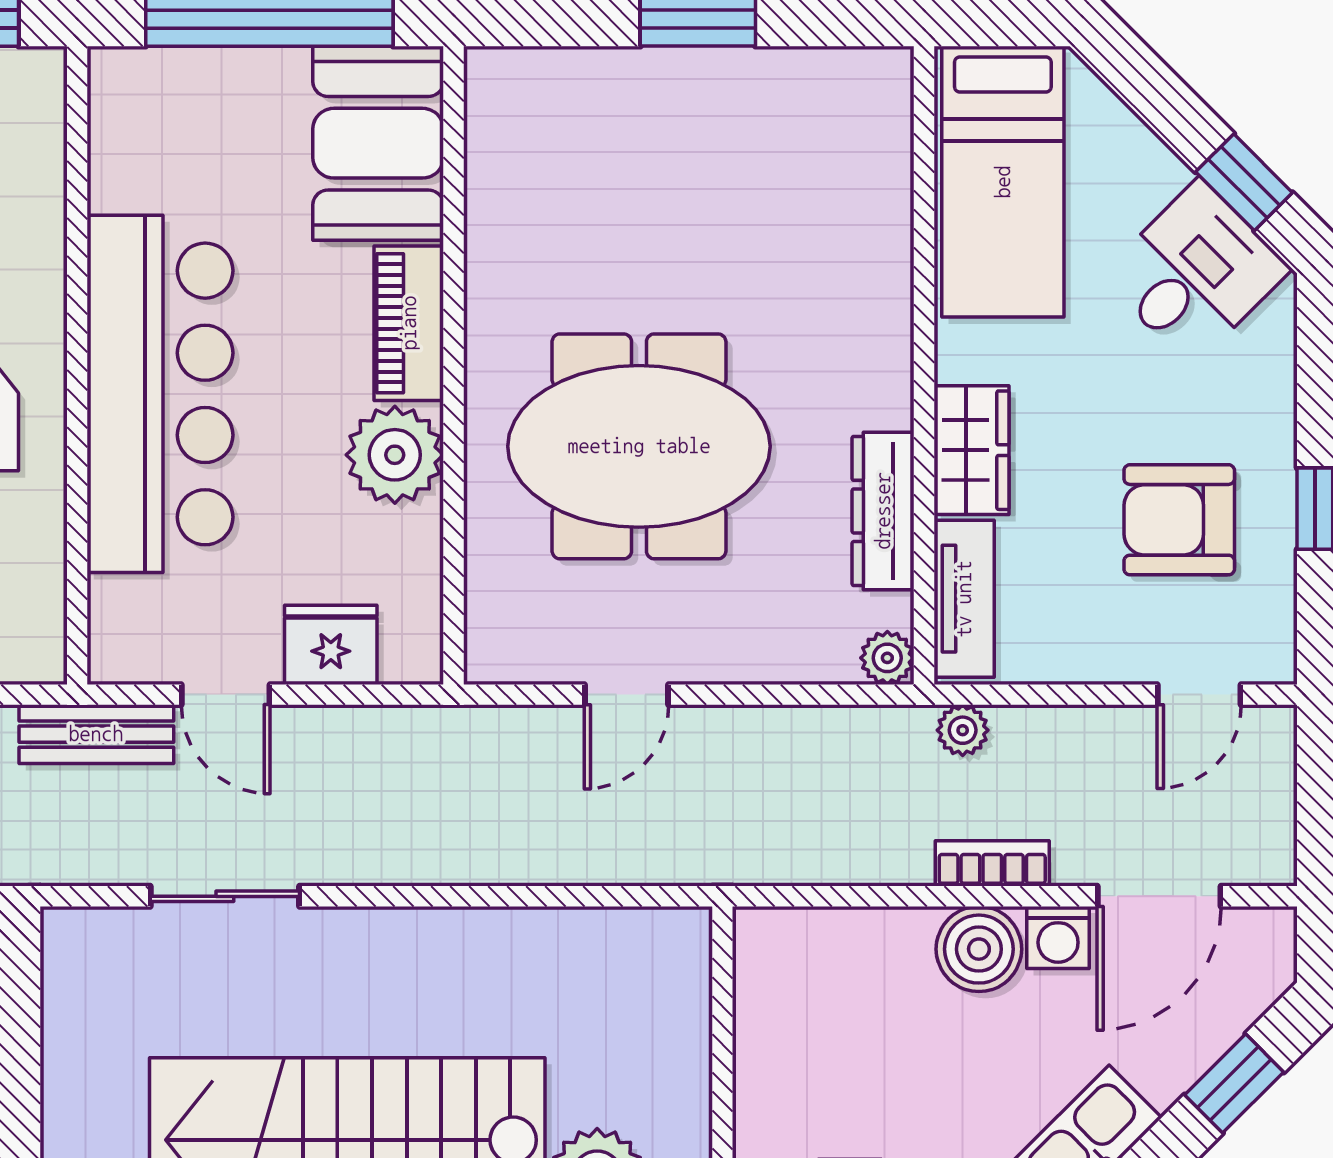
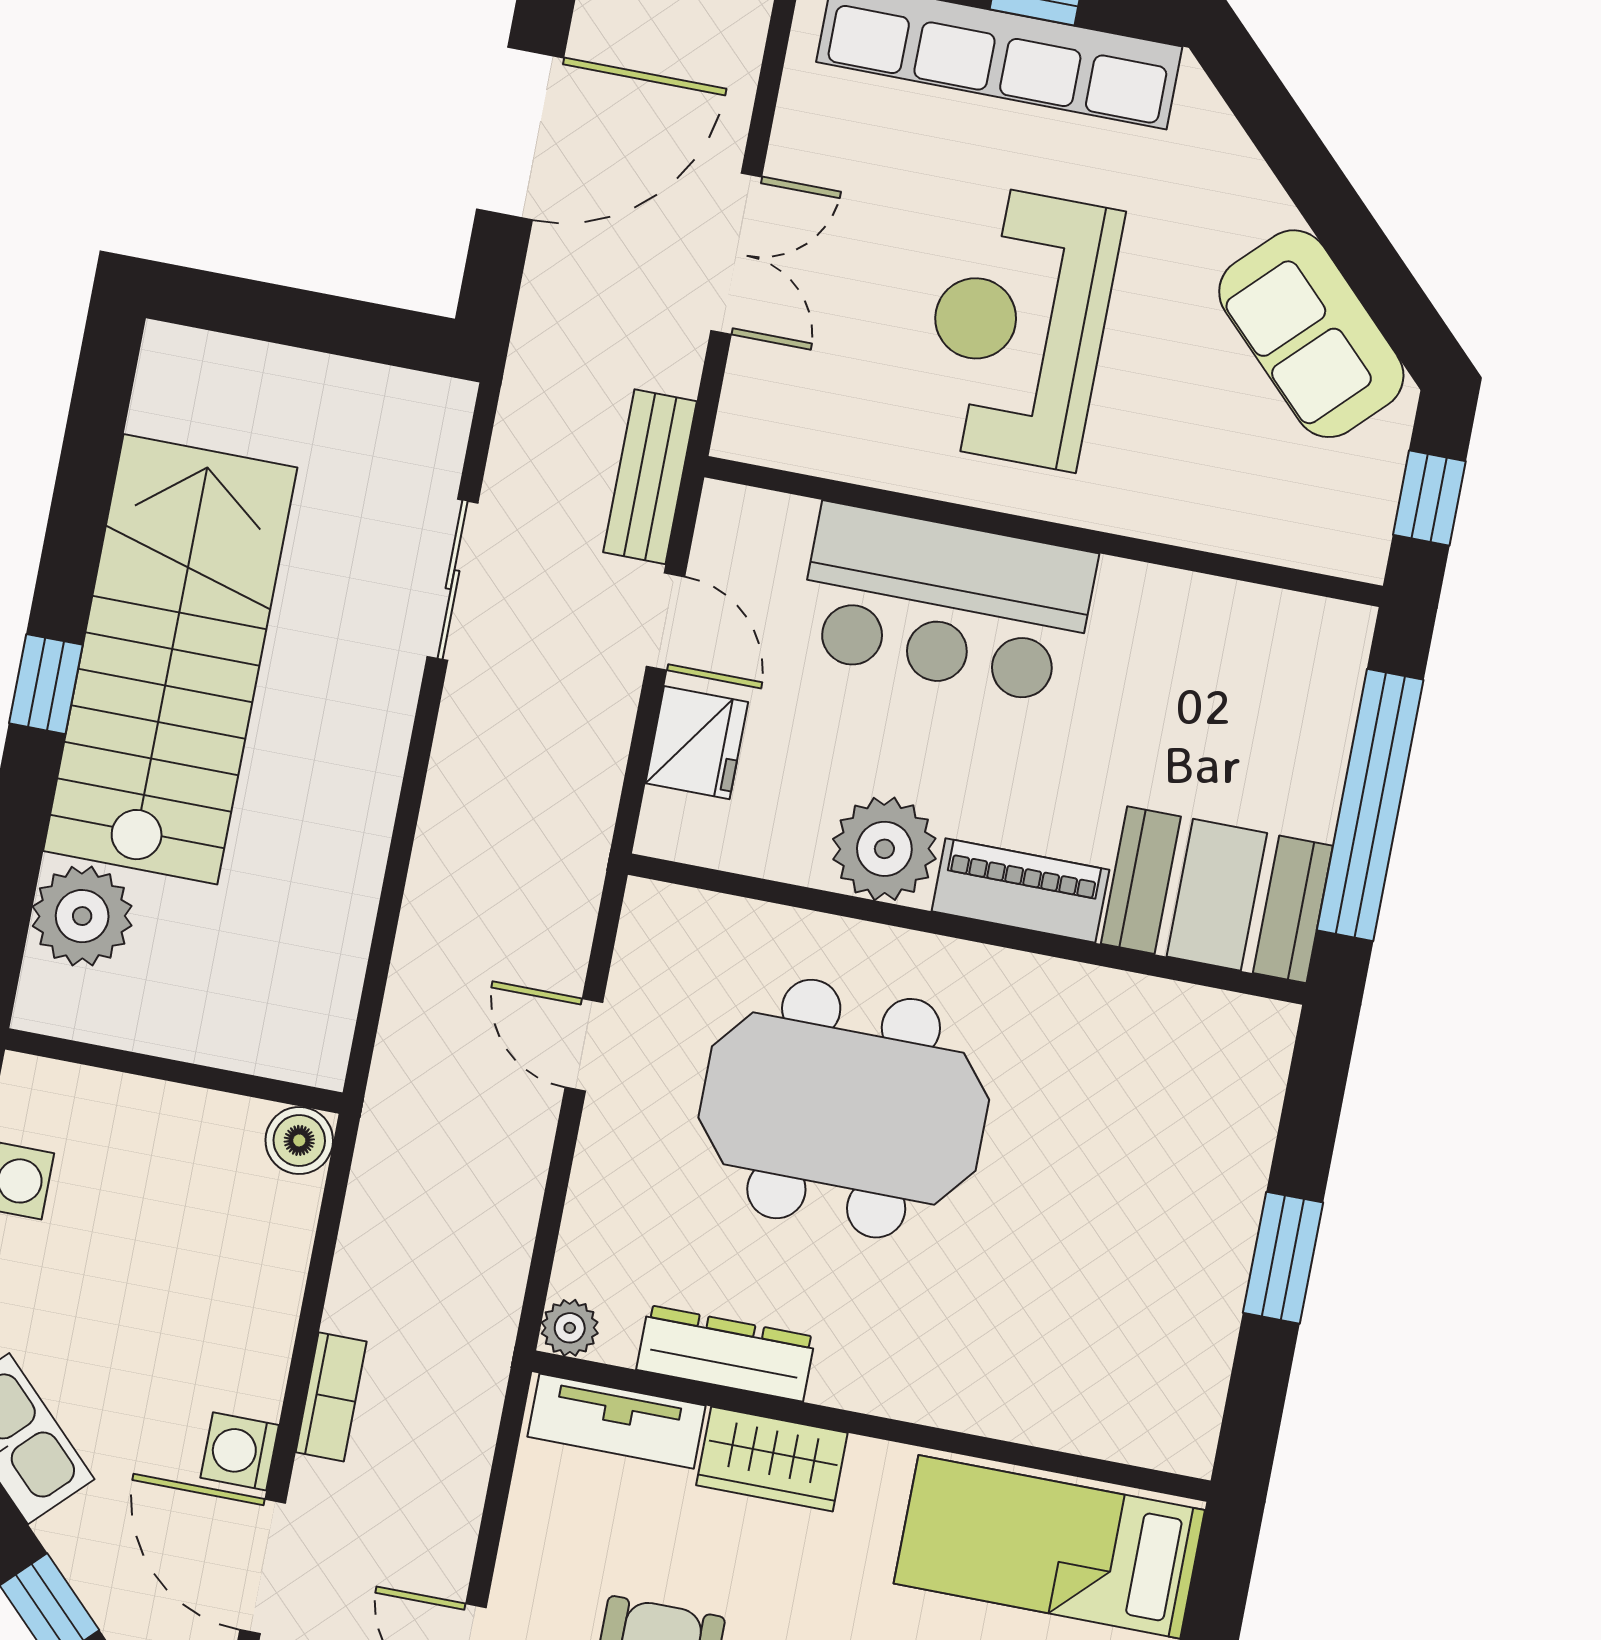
bar counter: (160, 394) -> (946, 604), width x0.73
meeting table: (639, 446) -> (844, 1109), turned 90
door: (226, 695) -> (665, 621), swing flipped
plant: (963, 730) -> (478, 1393), removed
boiler: (979, 949) -> (299, 1140), moved, width x0.73, depth x0.73

